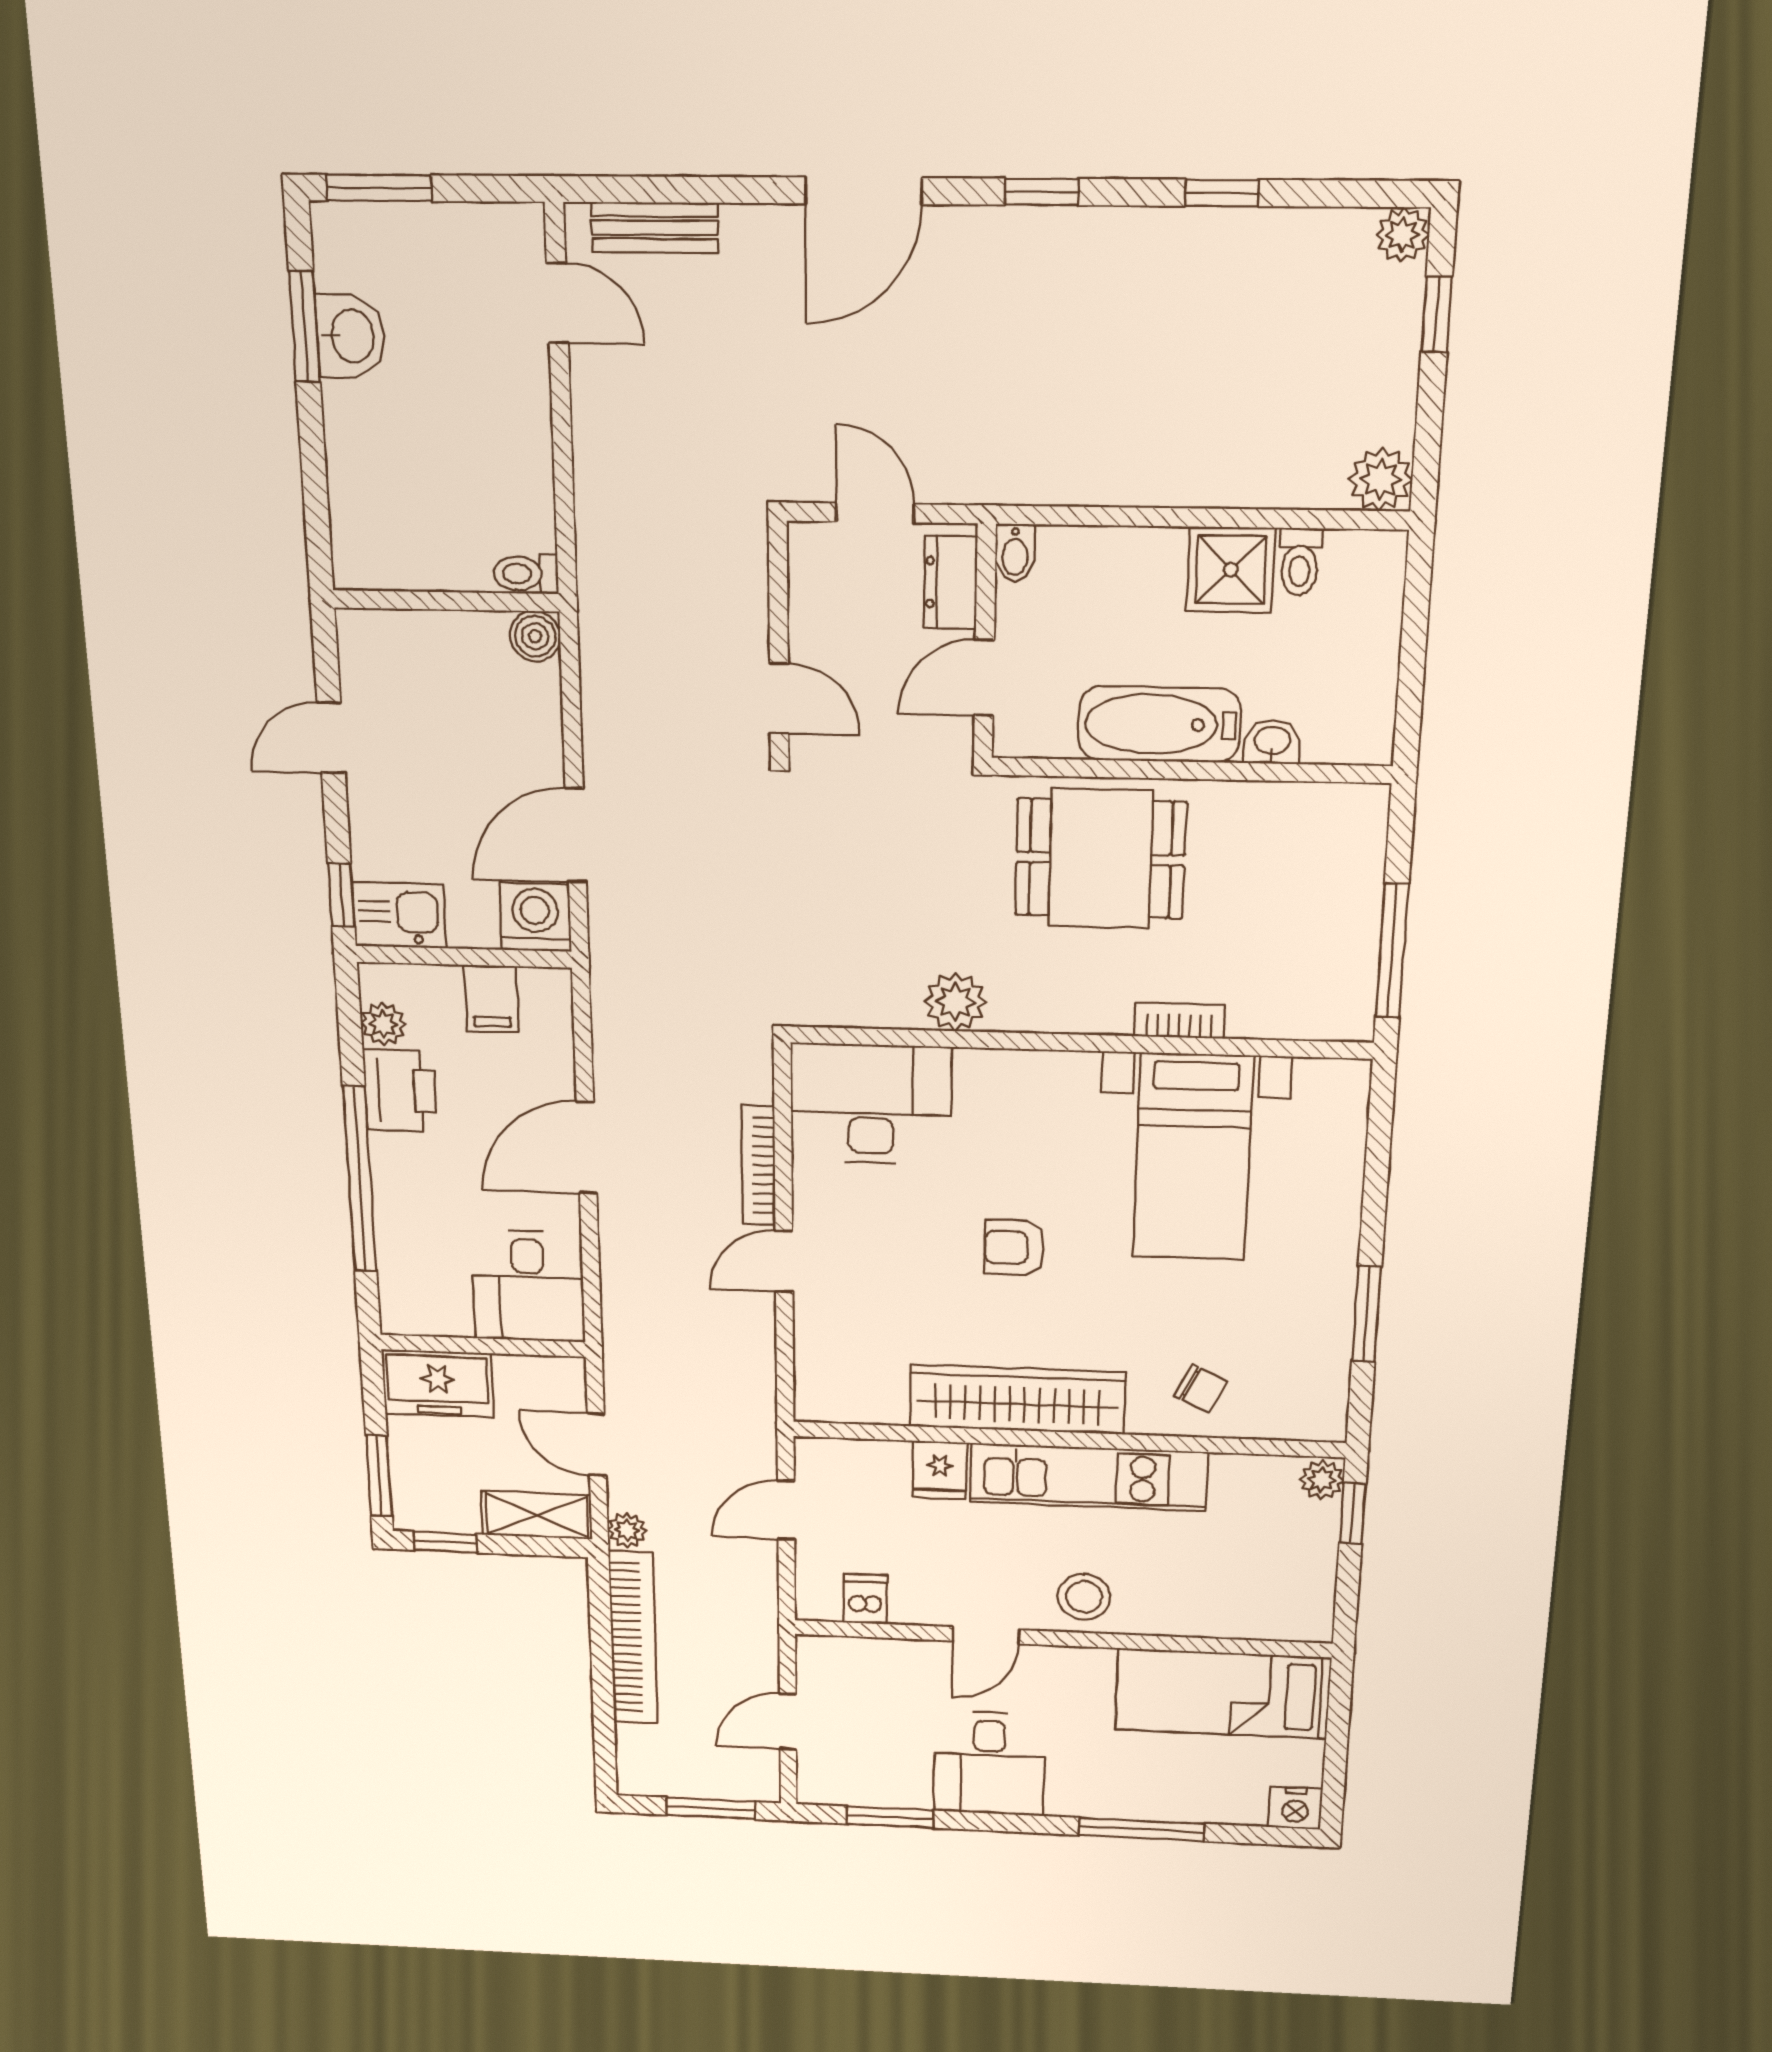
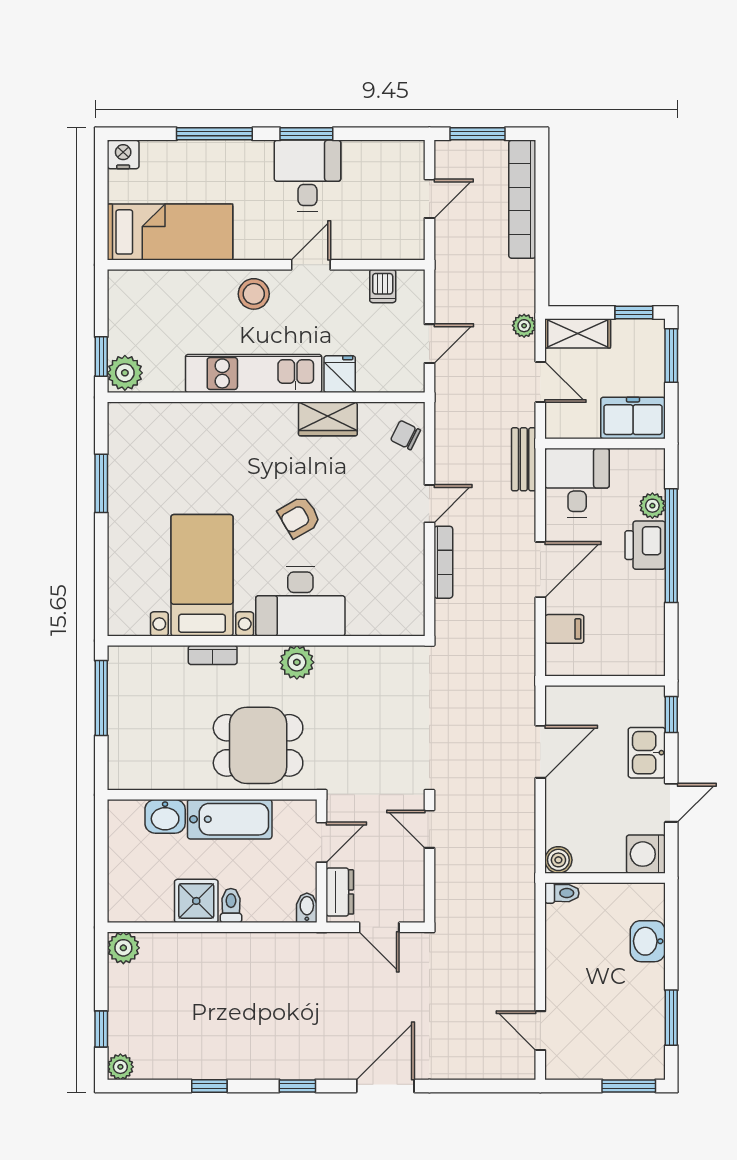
bench: (655, 228) -> (524, 459), moved, turned 90
washbasin: (351, 336) -> (648, 941), moved
toilet: (1300, 562) -> (231, 905), moved
washbasin: (1272, 742) -> (165, 816), width x1.38, depth x1.45
kitchen sink: (399, 915) -> (647, 753), moved, turned 90
washing machine: (535, 917) -> (646, 854), moved, turned 90
filing cabinet: (492, 999) -> (564, 629), moved, turned 90
plant: (955, 1002) -> (297, 662), moved
plant: (383, 1024) -> (652, 506), moved
printer: (400, 1091) -> (645, 545), moved
desk: (871, 1104) -> (300, 601), moved
armchair: (1014, 1248) -> (299, 517), turned 150
chair: (1201, 1389) -> (406, 435), moved
wardrobe: (1017, 1399) -> (328, 419), width x0.48, depth x0.85
plant: (1322, 1480) -> (125, 373), width x1.38, depth x1.38
bookcase: (633, 1638) -> (522, 199), moved
window: (890, 1817) -> (306, 134), moved

